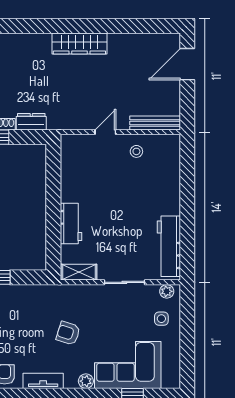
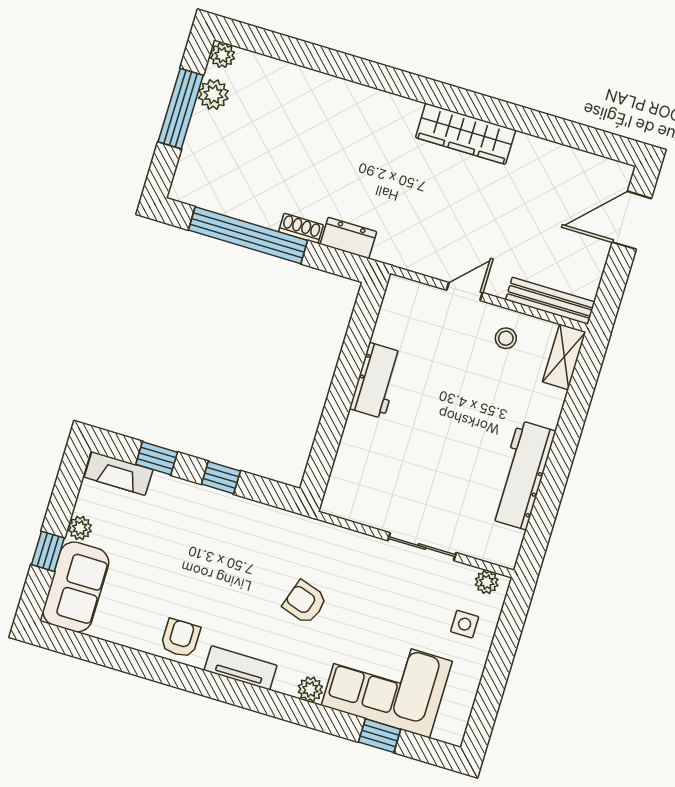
workbench: (71, 223) -> (376, 381), moved
workbench: (169, 246) -> (523, 475), moved
shelving: (79, 272) -> (564, 357), moved, turned 90

